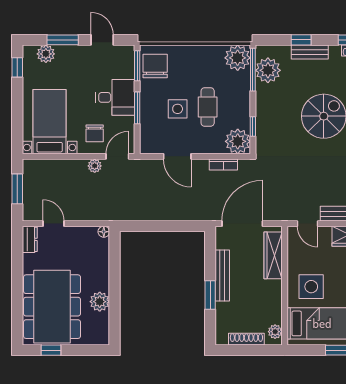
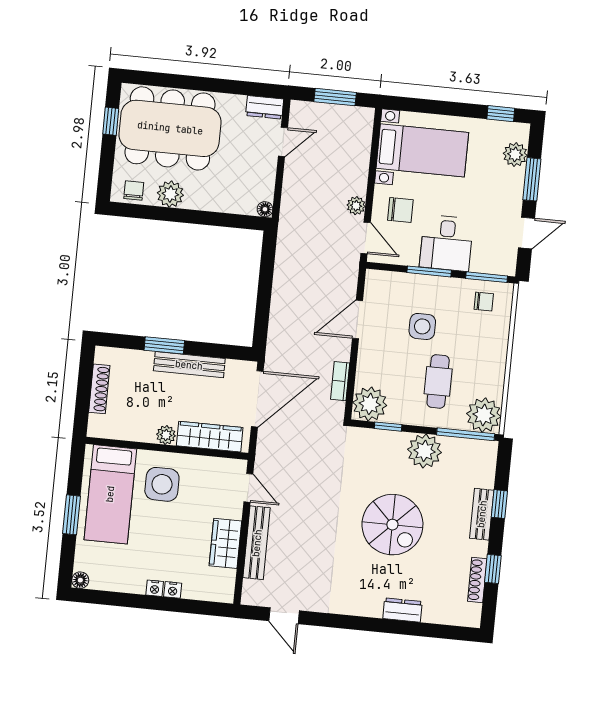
chair: (155, 66) -> (484, 302), width x0.54, depth x0.54
plant: (268, 70) -> (425, 451), moved
cafe table: (208, 107) -> (438, 381), moved, turned 90
chair: (95, 133) -> (400, 210), turned 180
door: (242, 224) -> (257, 399), hinge flipped
door: (308, 224) -> (248, 488), swing flipped
chair: (100, 328) -> (134, 191), added
plant: (275, 332) -> (166, 435), moved

